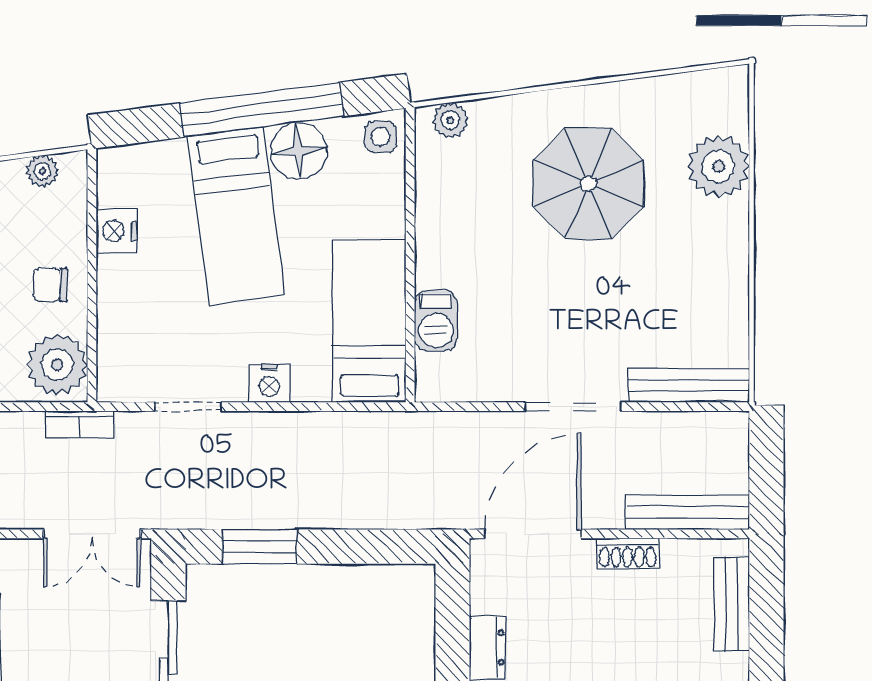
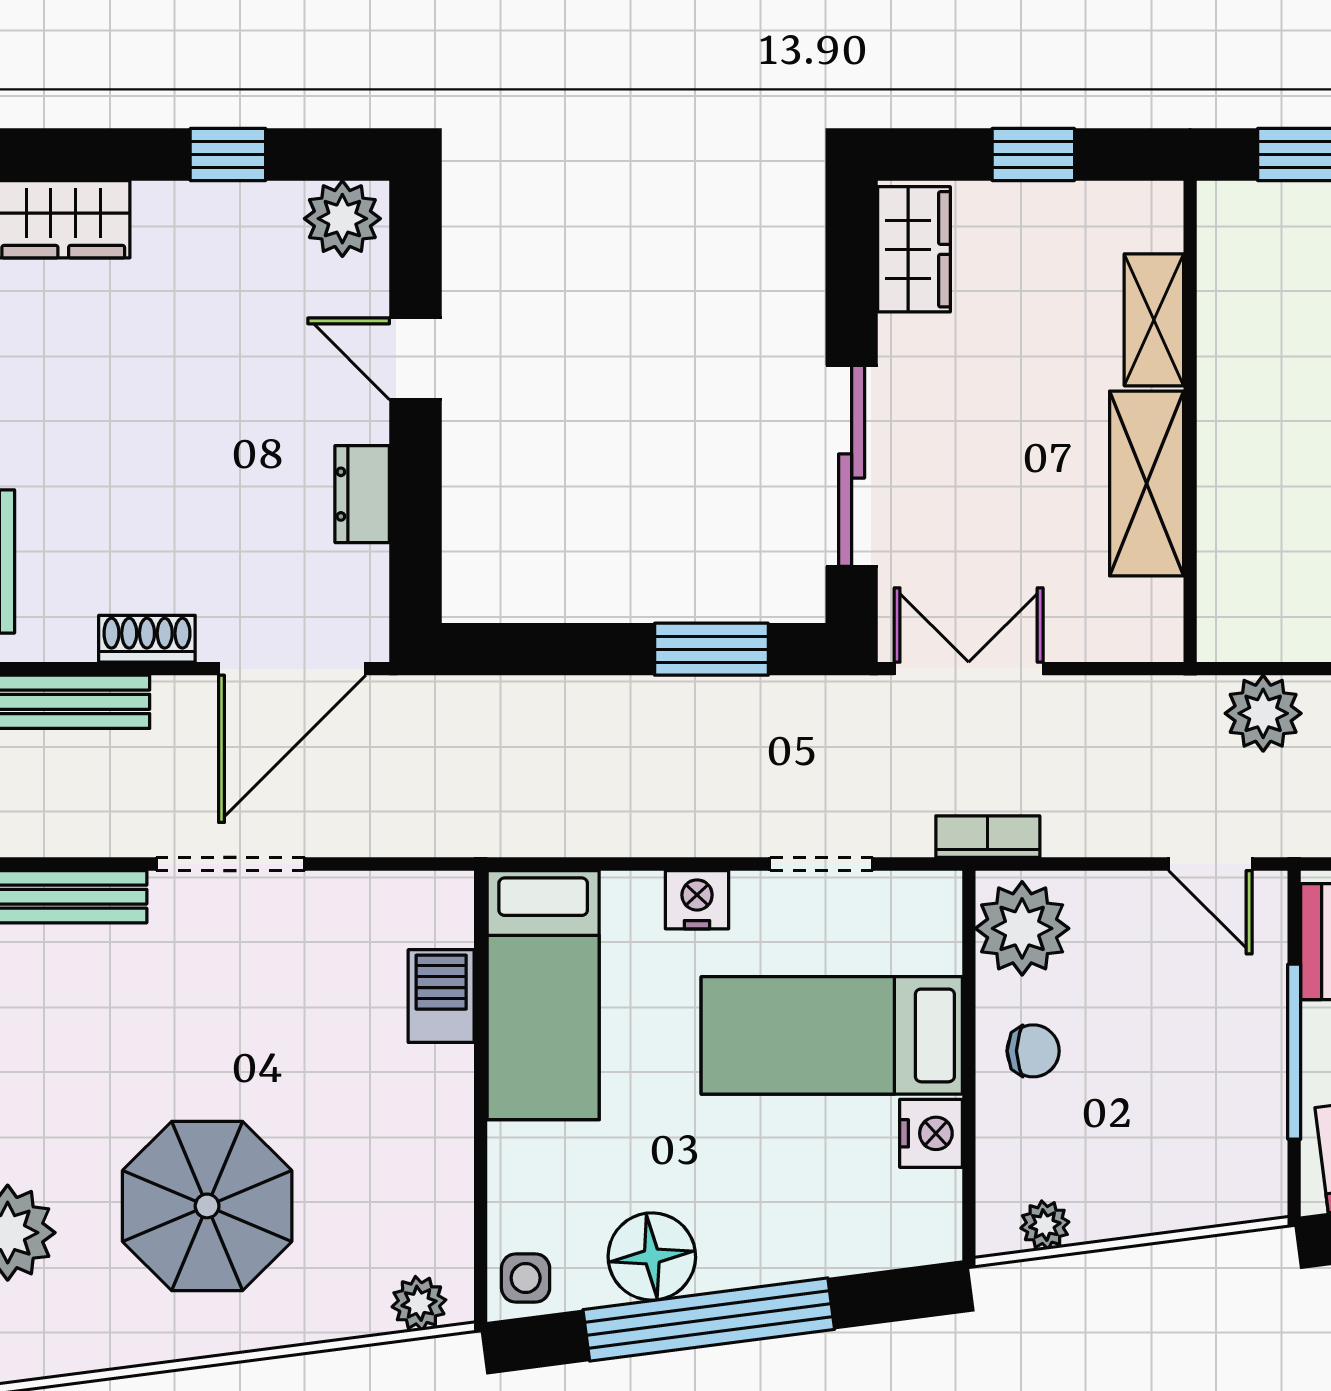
bed: (236, 216) -> (832, 1035), moved, turned -83

